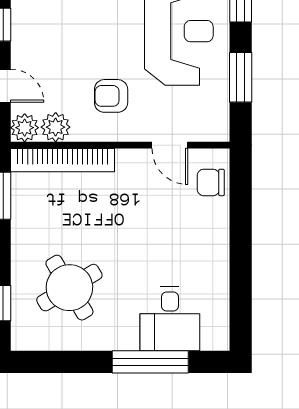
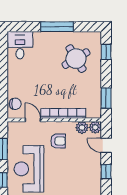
bookcase: (62, 160) -> (63, 113), moved
desk: (170, 319) -> (20, 45), moved
window: (150, 362) -> (57, 27), moved

